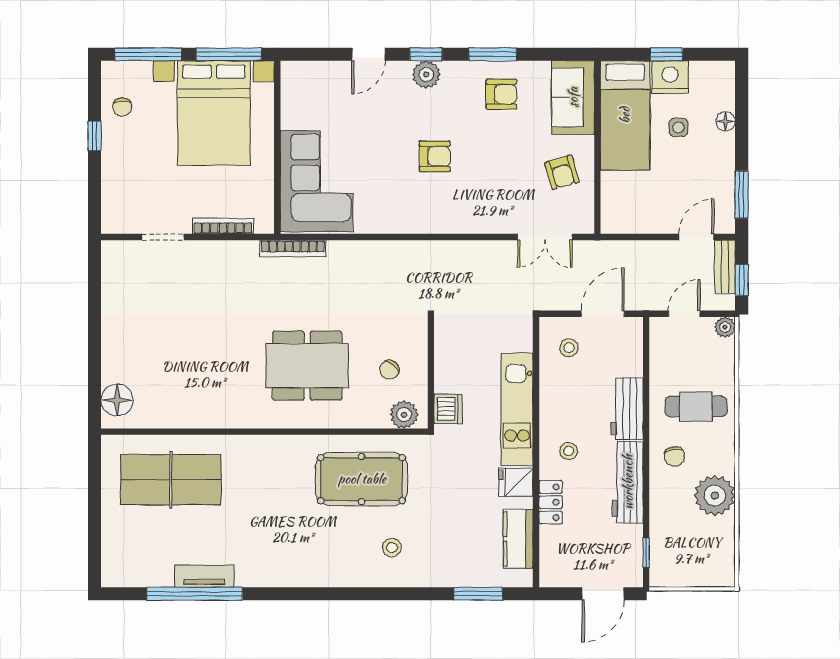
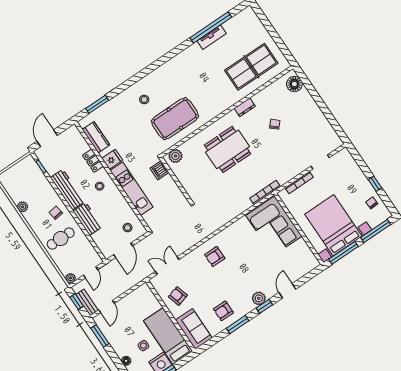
armchair: (435, 156) -> (215, 257), moved
chair: (389, 370) -> (275, 124), moved
dresser: (229, 418) -> (245, 107), added
plant: (715, 496) -> (23, 207), width x0.53, depth x0.53

